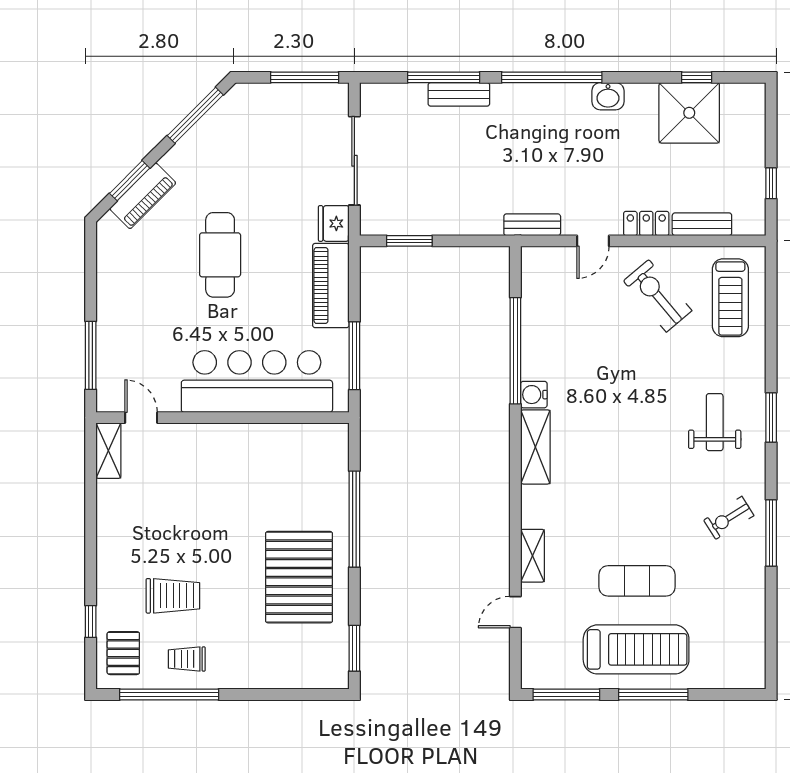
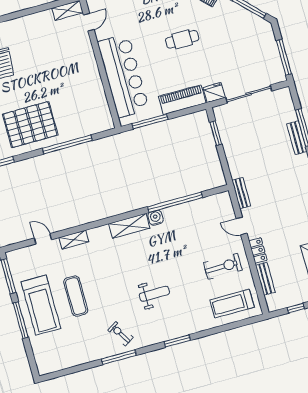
cafe table: (220, 255) -> (182, 39), width x0.73, depth x0.74
exercise bike: (658, 296) -> (223, 266), turned 40
weight bench: (715, 422) -> (154, 294), moved

